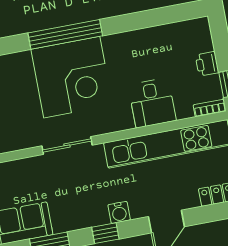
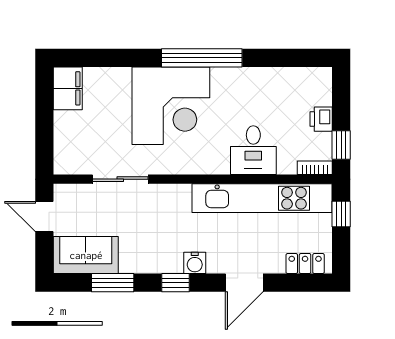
window: (65, 34) -> (202, 58), moved
sliding door: (67, 145) -> (120, 179), moved

